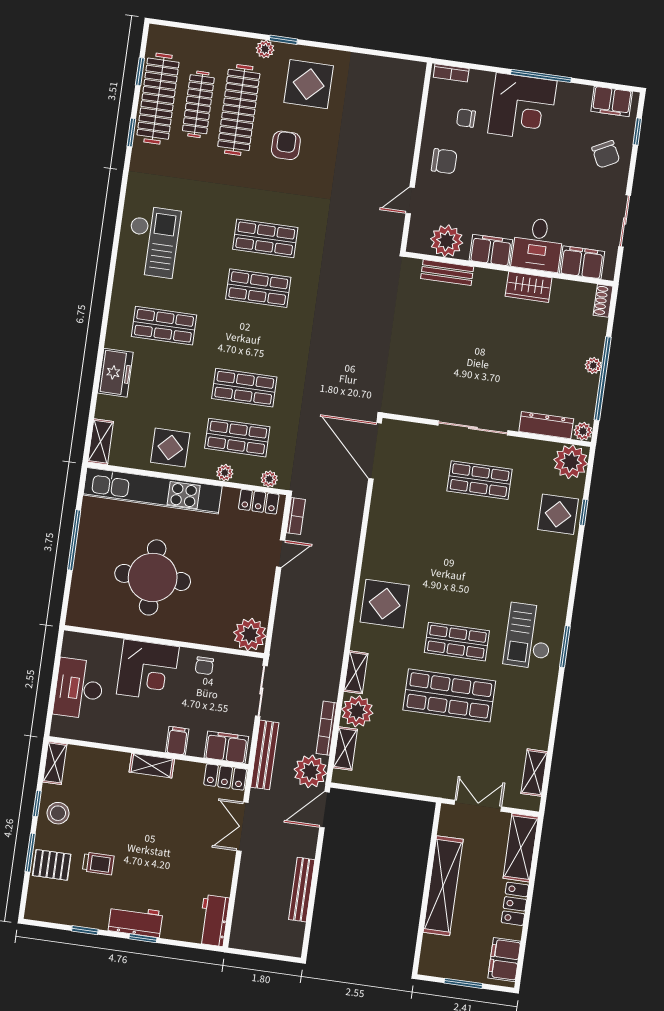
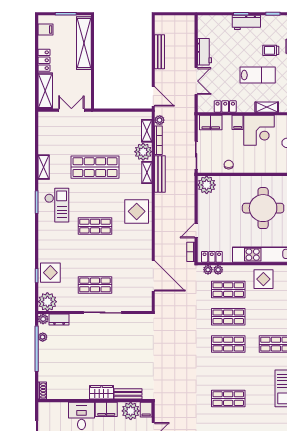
filing cabinet: (582, 262) -> (146, 410), moved, width x0.50
wardrobe: (529, 287) -> (101, 392), moved
shop shelf: (258, 288) -> (228, 344), moved
plant: (593, 366) -> (43, 337), moved
dresser: (546, 425) -> (59, 320), width x0.70
door: (375, 451) -> (153, 276), moved
plant: (225, 473) -> (218, 270), moved
shop shelf: (457, 642) -> (95, 226), moved
corner desk: (148, 670) -> (259, 130), moved, turned 180
bench: (265, 755) -> (160, 174), moved
shelving: (152, 766) -> (267, 107), moved
plant: (310, 771) -> (160, 120), width x0.53, depth x0.53
shelving: (534, 773) -> (44, 167), moved
locker: (225, 777) -> (225, 106), moved
double door: (478, 806) -> (71, 110), swing flipped
door: (325, 810) -> (153, 96), hinge flipped
lab bench: (129, 822) -> (258, 75), added
shelving: (443, 886) -> (84, 43), moved
workbench: (214, 921) -> (204, 52), moved
filing cabinet: (504, 960) -> (45, 29), width x0.50

